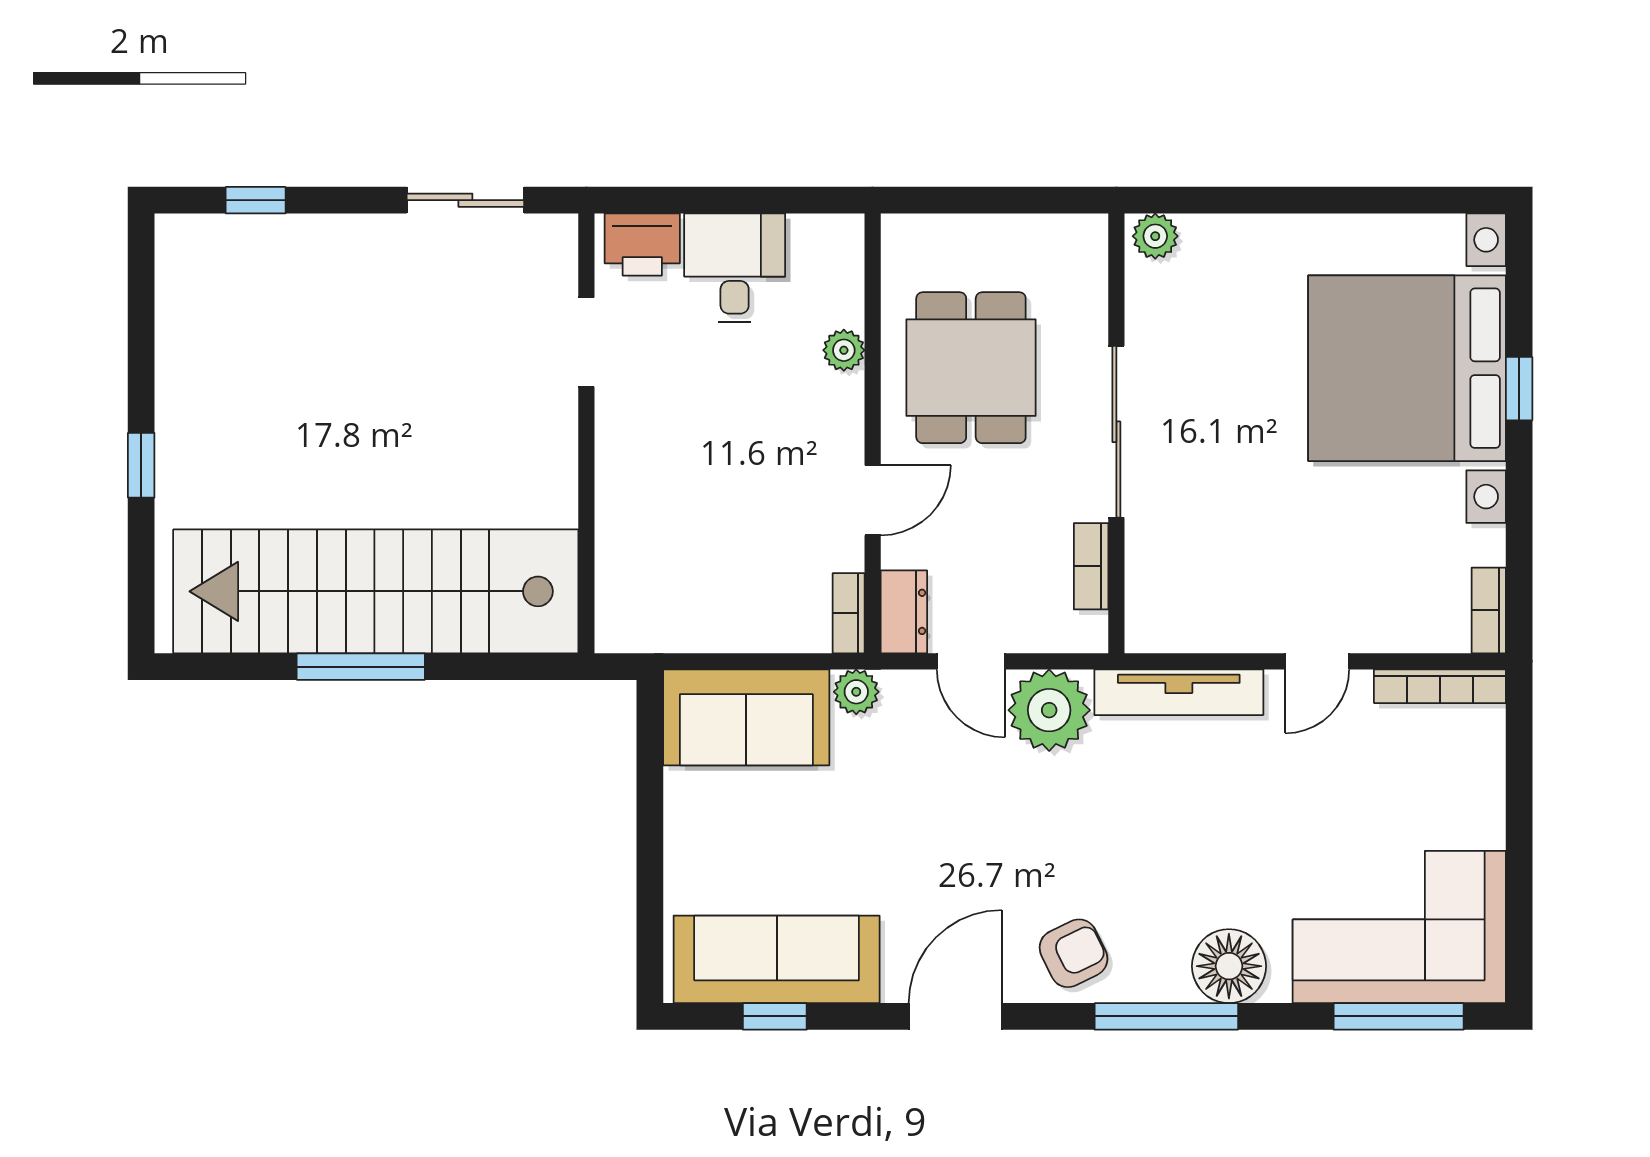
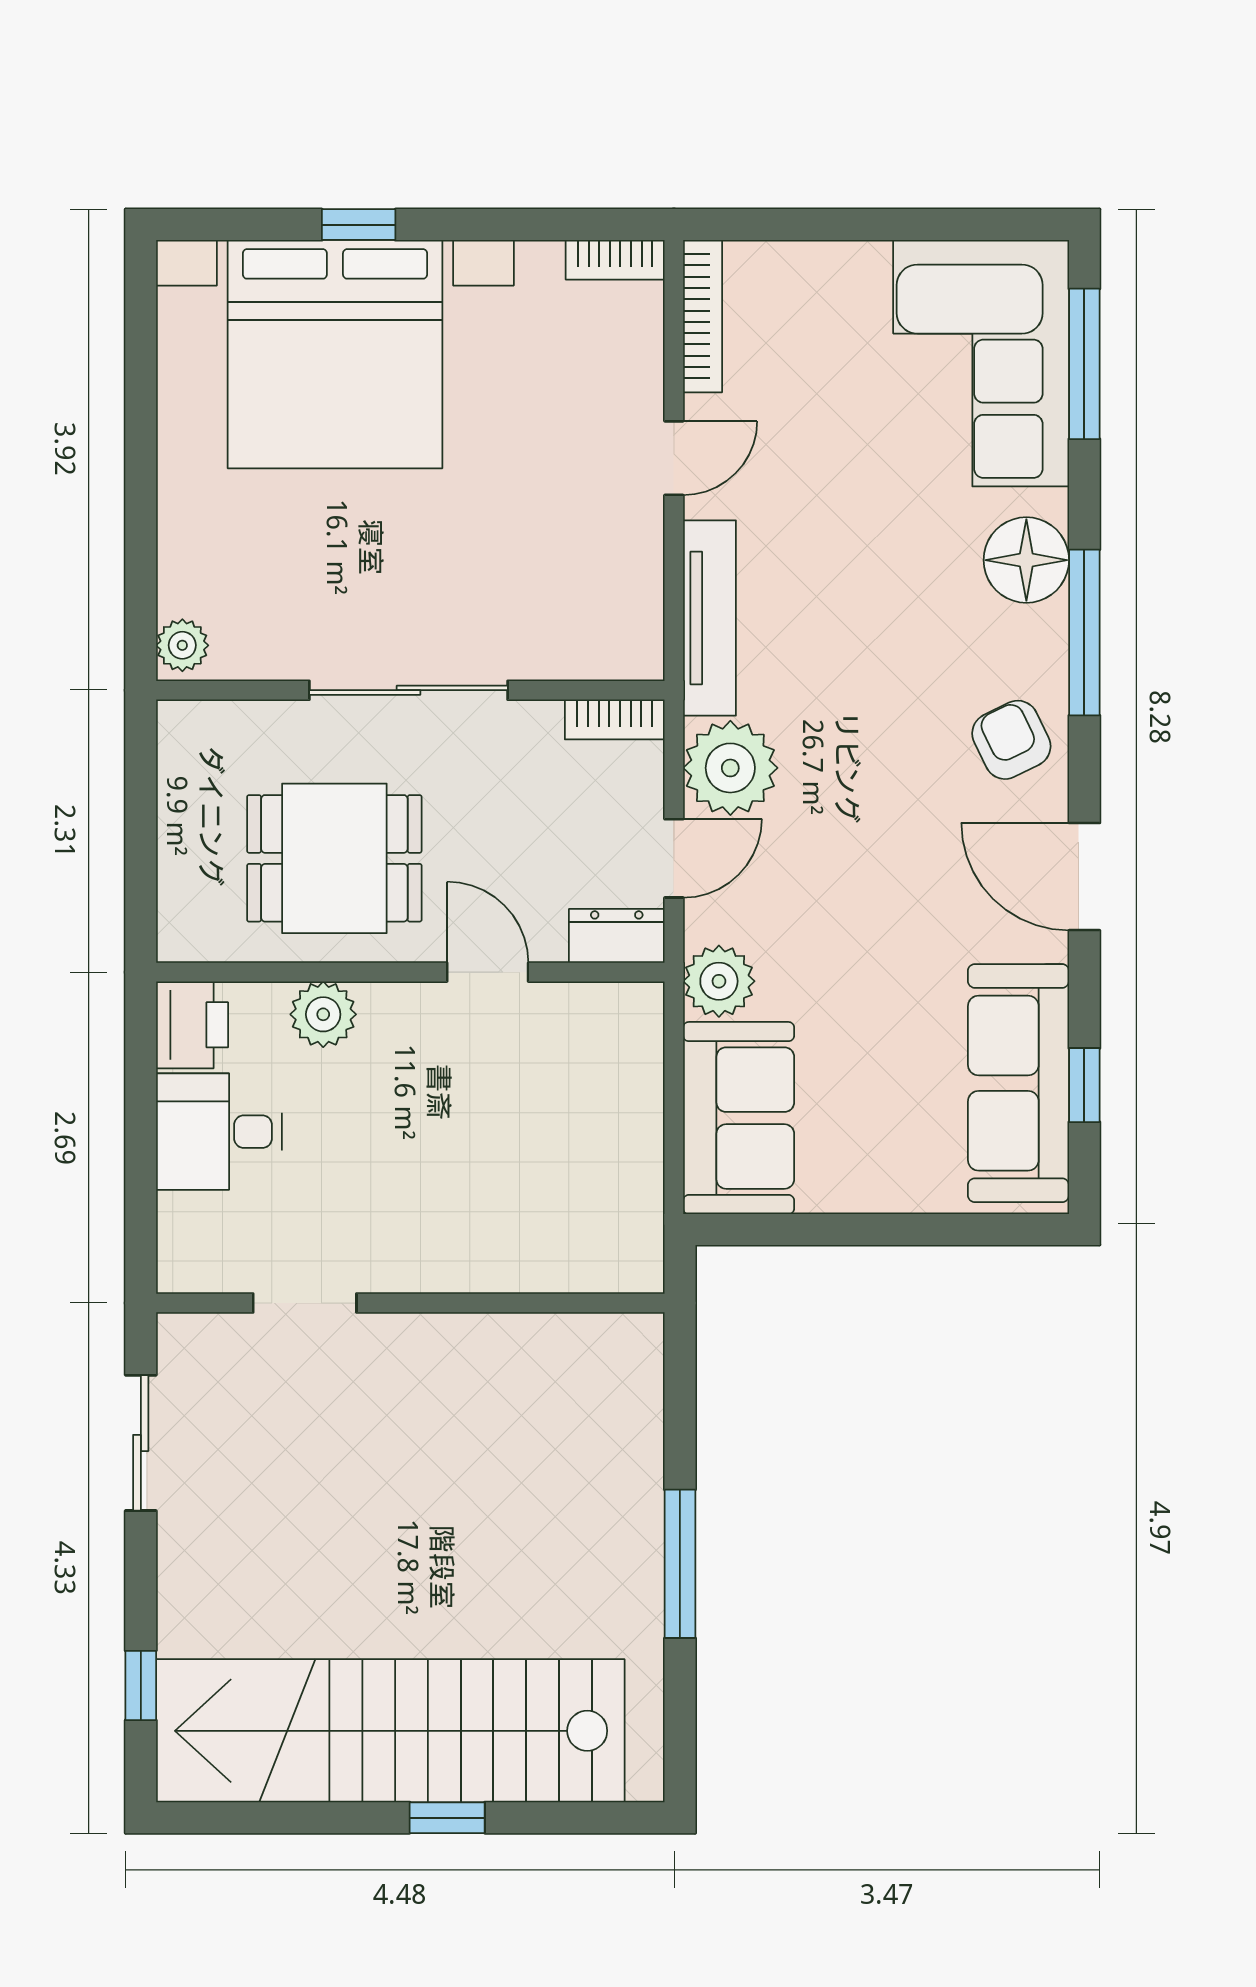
printer: (642, 245) -> (192, 1025), moved
plant: (844, 350) -> (323, 1014), width x1.38, depth x1.38
bookcase: (1091, 566) -> (615, 719), moved
stairs: (376, 591) -> (390, 1731), moved, turned 90
bookcase: (849, 613) -> (618, 1000), removed
door: (1317, 661) -> (674, 458), hinge flipped
plant: (856, 692) -> (719, 981), width x1.38, depth x1.38

